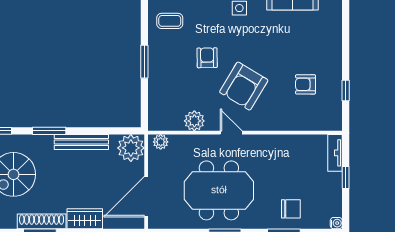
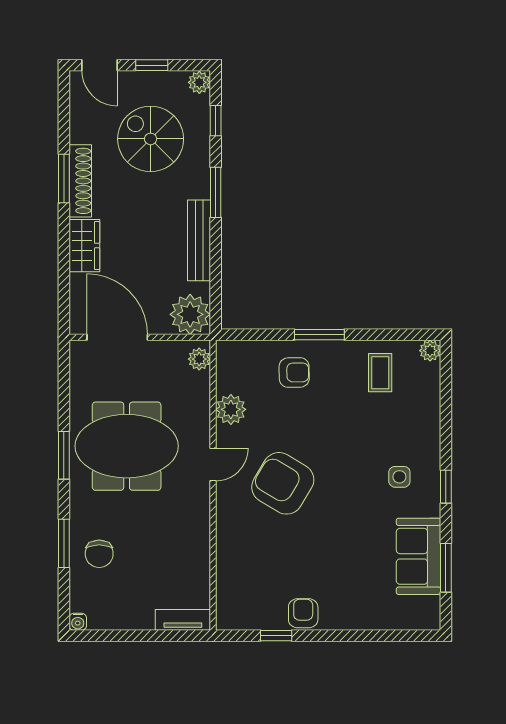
armchair: (207, 58) -> (294, 372), moved
armchair: (305, 84) -> (303, 613), moved
window: (346, 177) -> (146, 636), removed
meeting table: (219, 190) -> (127, 446), turned 90

